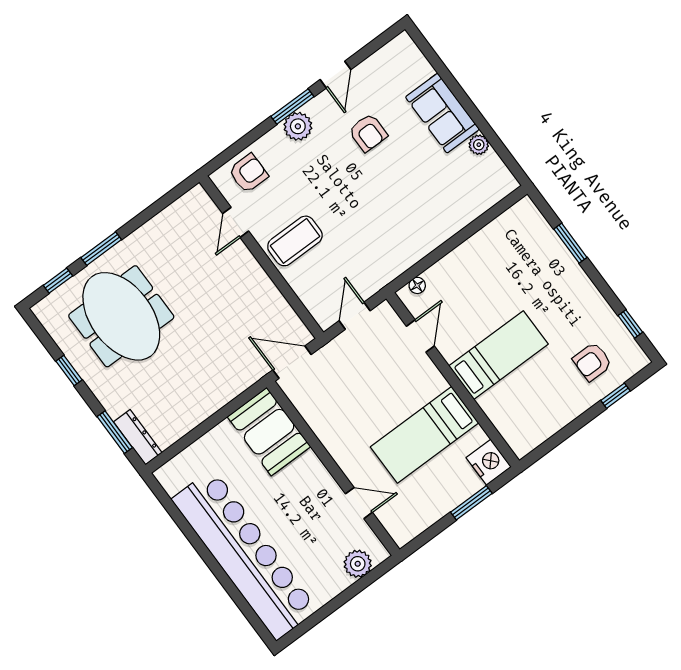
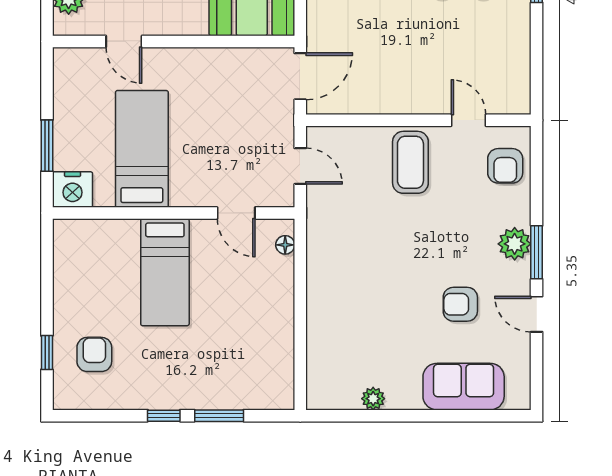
sofa: (442, 113) -> (464, 387), moved
window: (630, 324) -> (164, 416), moved
door: (359, 503) -> (124, 41), hinge flipped

